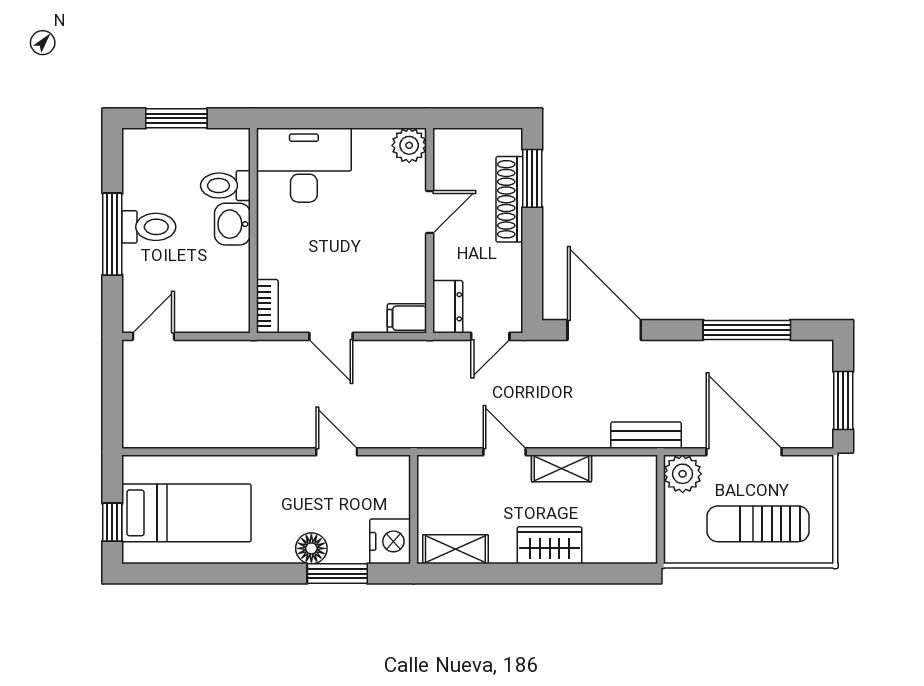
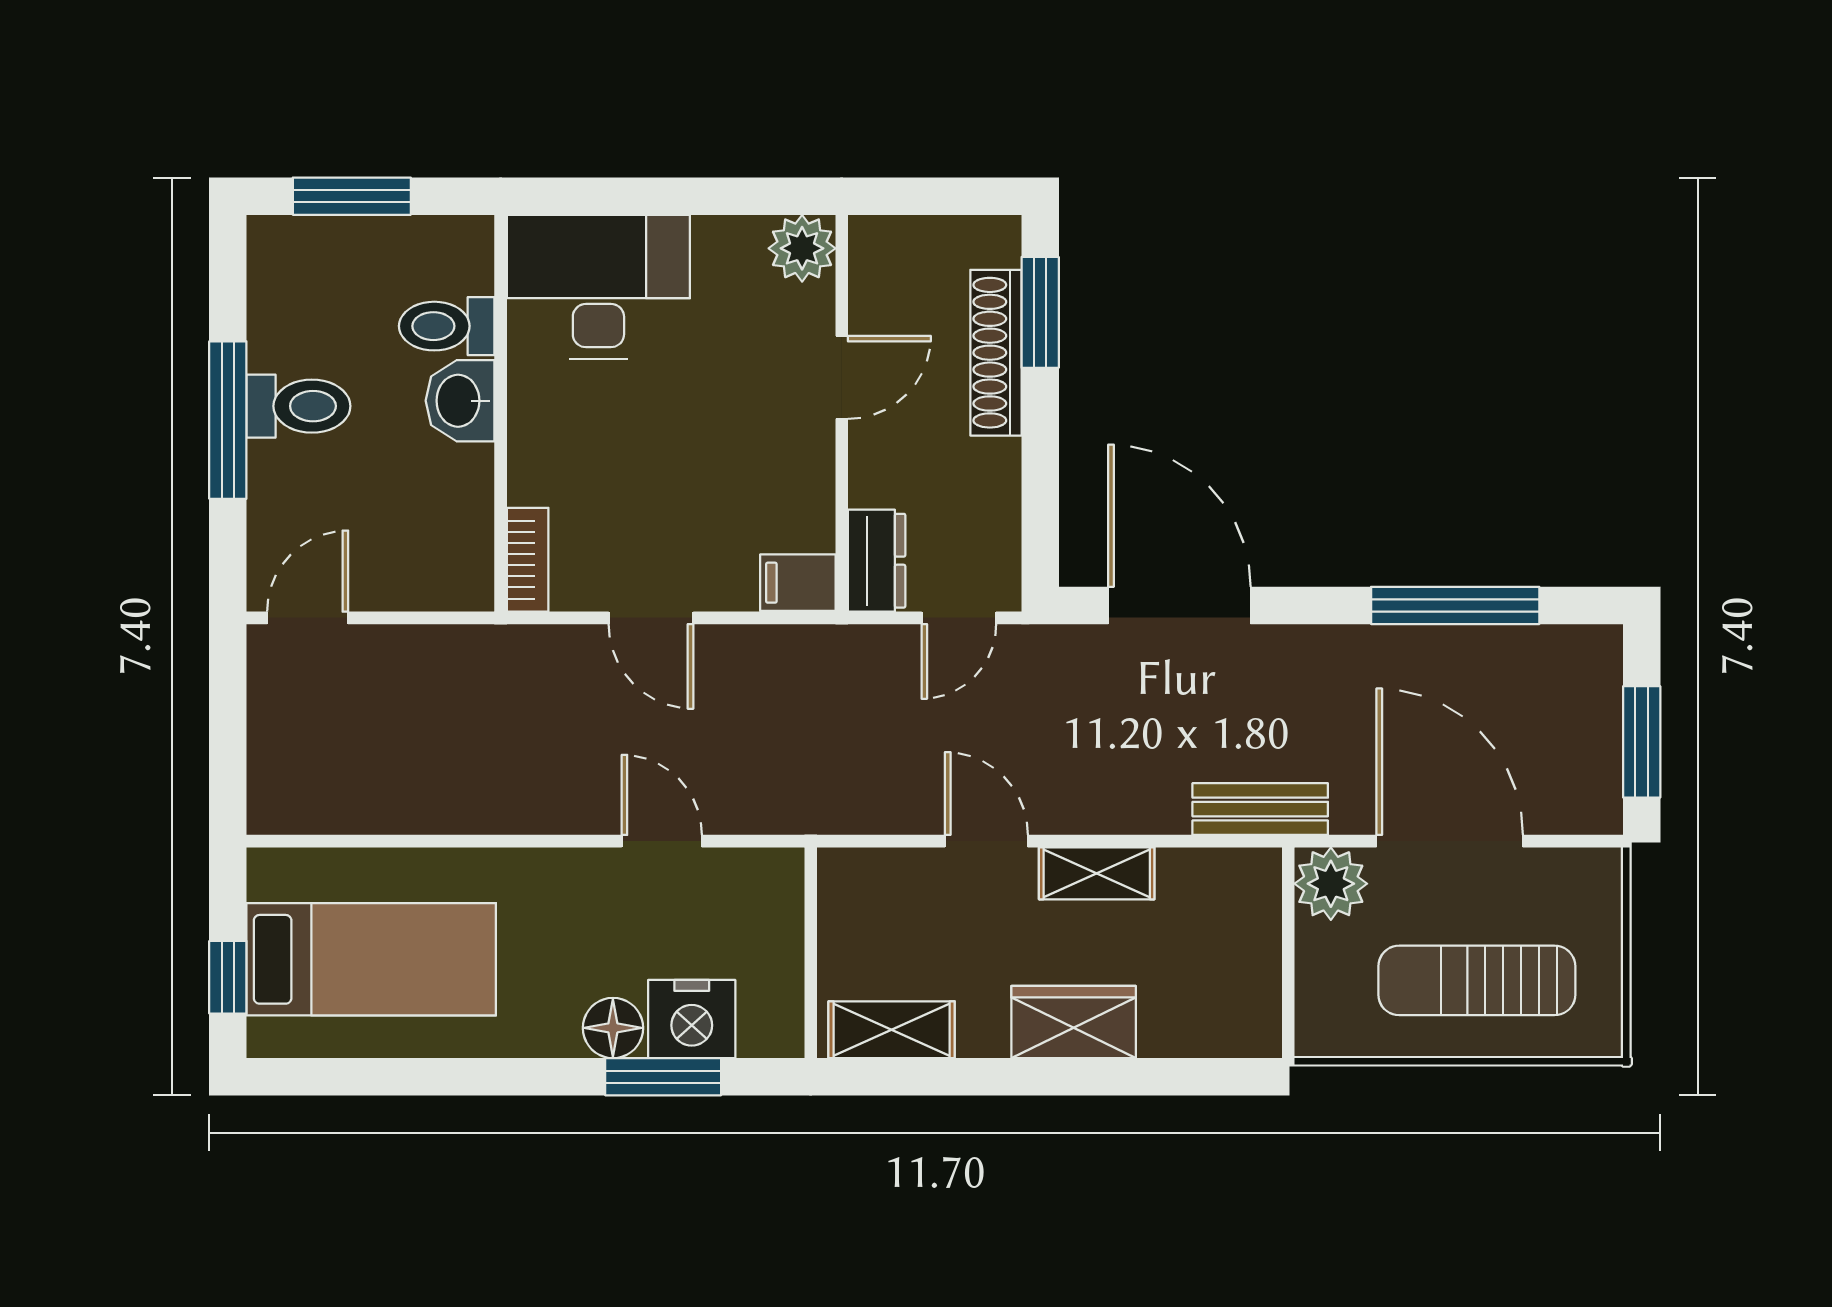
nightstand: (390, 541) -> (692, 1019), moved, turned 90

